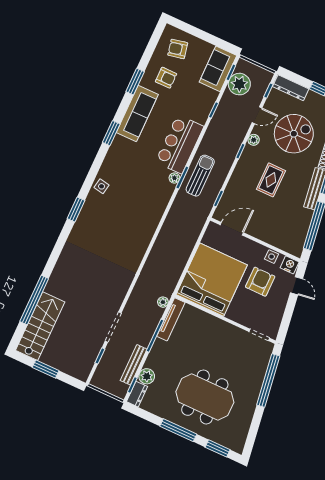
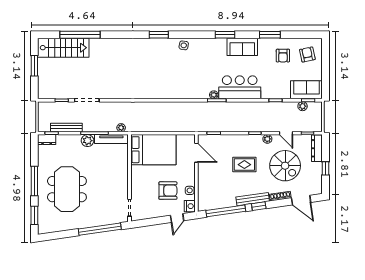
plant: (239, 84) -> (303, 106), width x0.53, depth x0.53
sofa: (137, 114) -> (242, 47), width x0.73
sun lounger: (200, 176) -> (224, 112), removed
bed: (212, 280) -> (153, 150), width x0.73
plant: (147, 376) -> (88, 141), moved

